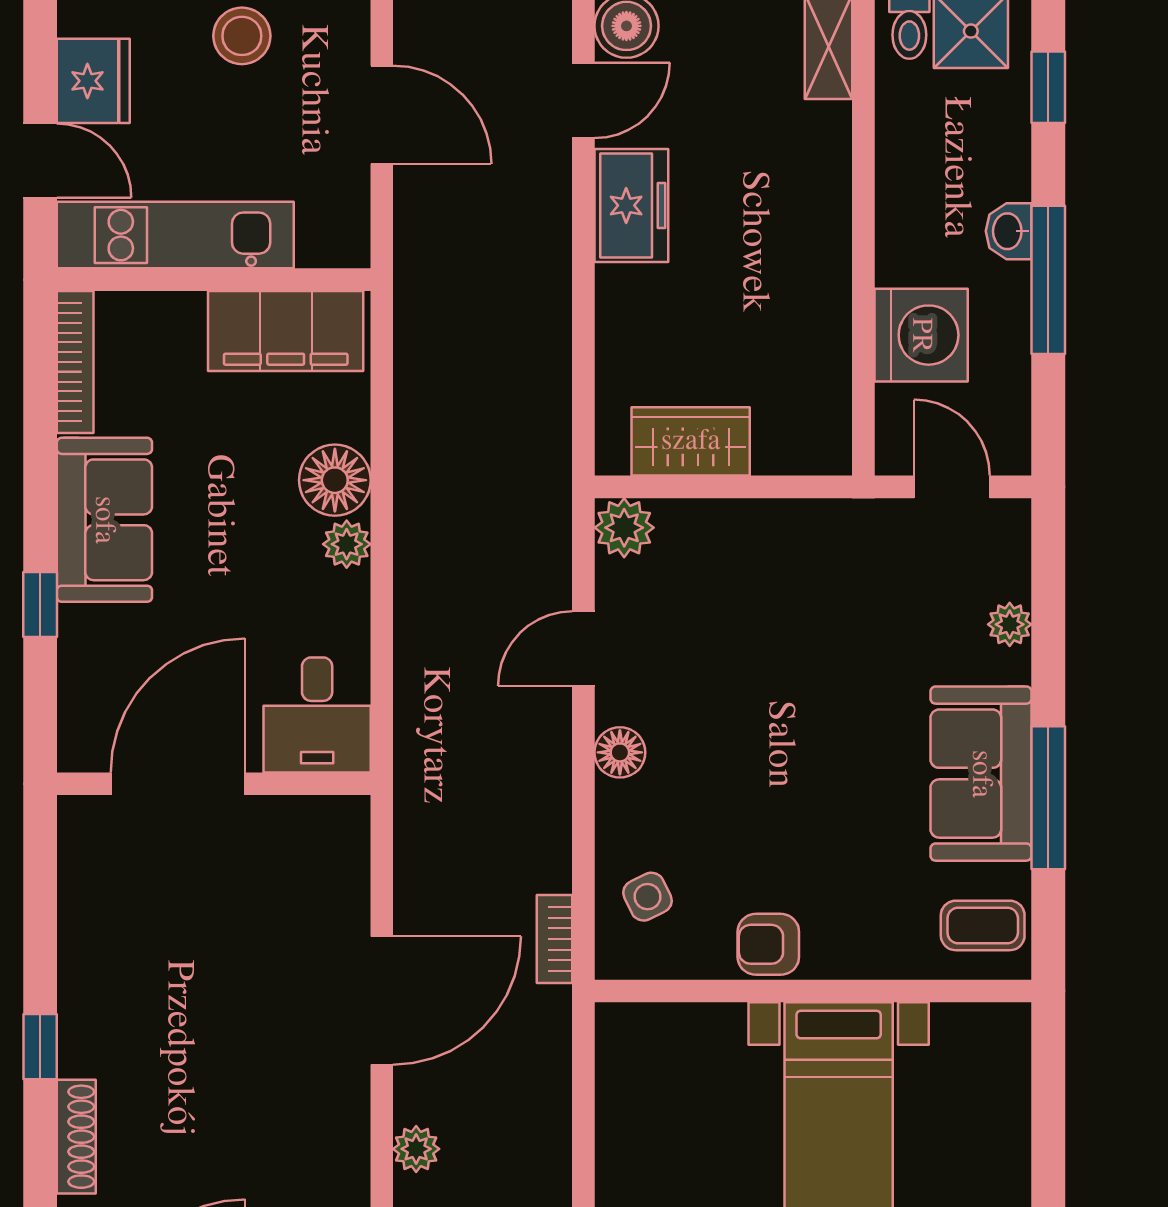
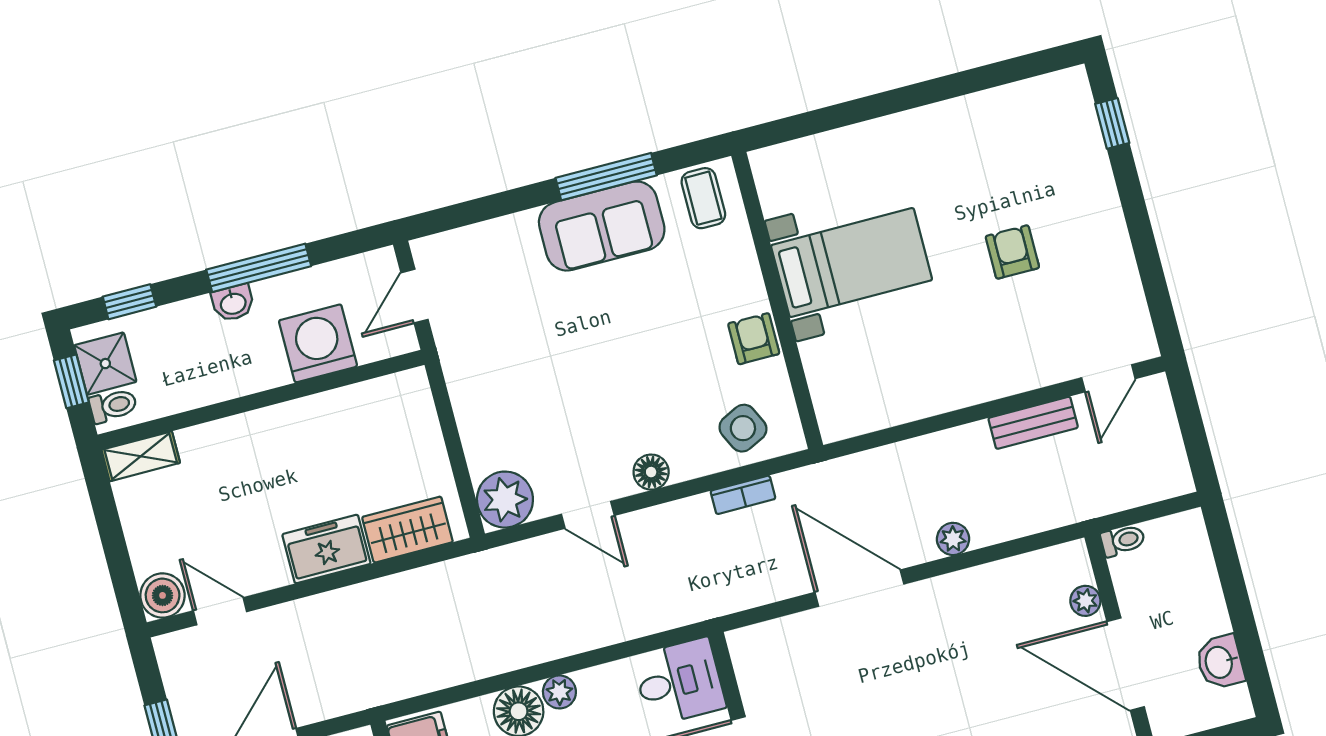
freezer: (631, 205) -> (326, 549), moved
wardrobe: (691, 441) -> (407, 530), moved, turned 90
plant: (624, 528) -> (505, 500), width x1.36, depth x1.36
plant: (1010, 624) -> (497, 233), removed
side table: (647, 897) -> (743, 428), width x1.37, depth x1.37
bookcase: (555, 939) -> (743, 495), moved
armchair: (768, 944) -> (754, 339), turned 180

